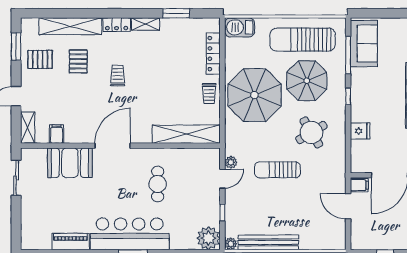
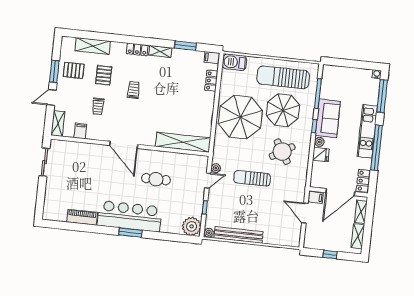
filing cabinet: (211, 25) -> (212, 58), added
shelving: (70, 26) -> (93, 46), width x0.68
sofa: (364, 44) -> (328, 118), moved
window: (16, 46) -> (54, 71), moved
locker: (213, 54) -> (211, 81), width x0.66
trolley: (209, 94) -> (98, 106), moved
plant: (357, 115) -> (319, 142), added
door: (113, 146) -> (124, 145), swing flipped
booth: (70, 163) -> (88, 155), removed
cafe table: (158, 184) -> (156, 179), turned 90

